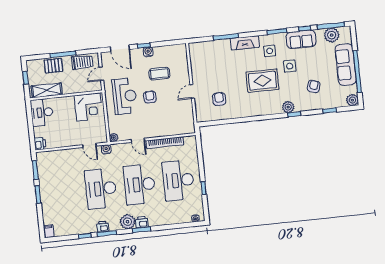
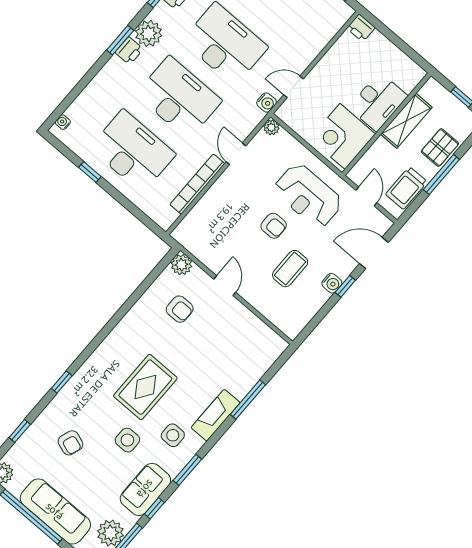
shelving: (47, 90) -> (406, 121), moved
plant: (288, 107) -> (181, 265), moved
desk: (42, 112) -> (378, 102), moved, turned 90
door: (138, 140) -> (236, 154), hinge flipped

